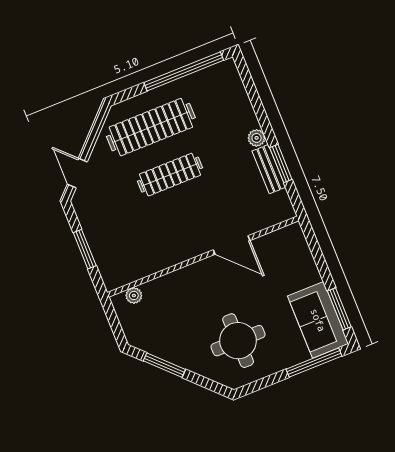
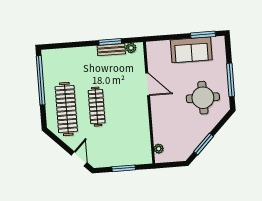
plant: (257, 138) -> (131, 48), moved
door: (77, 173) -> (79, 159), swing flipped
door: (232, 245) -> (148, 84), hinge flipped
sofa: (318, 320) -> (191, 50), moved
window: (314, 363) -> (231, 80), moved

